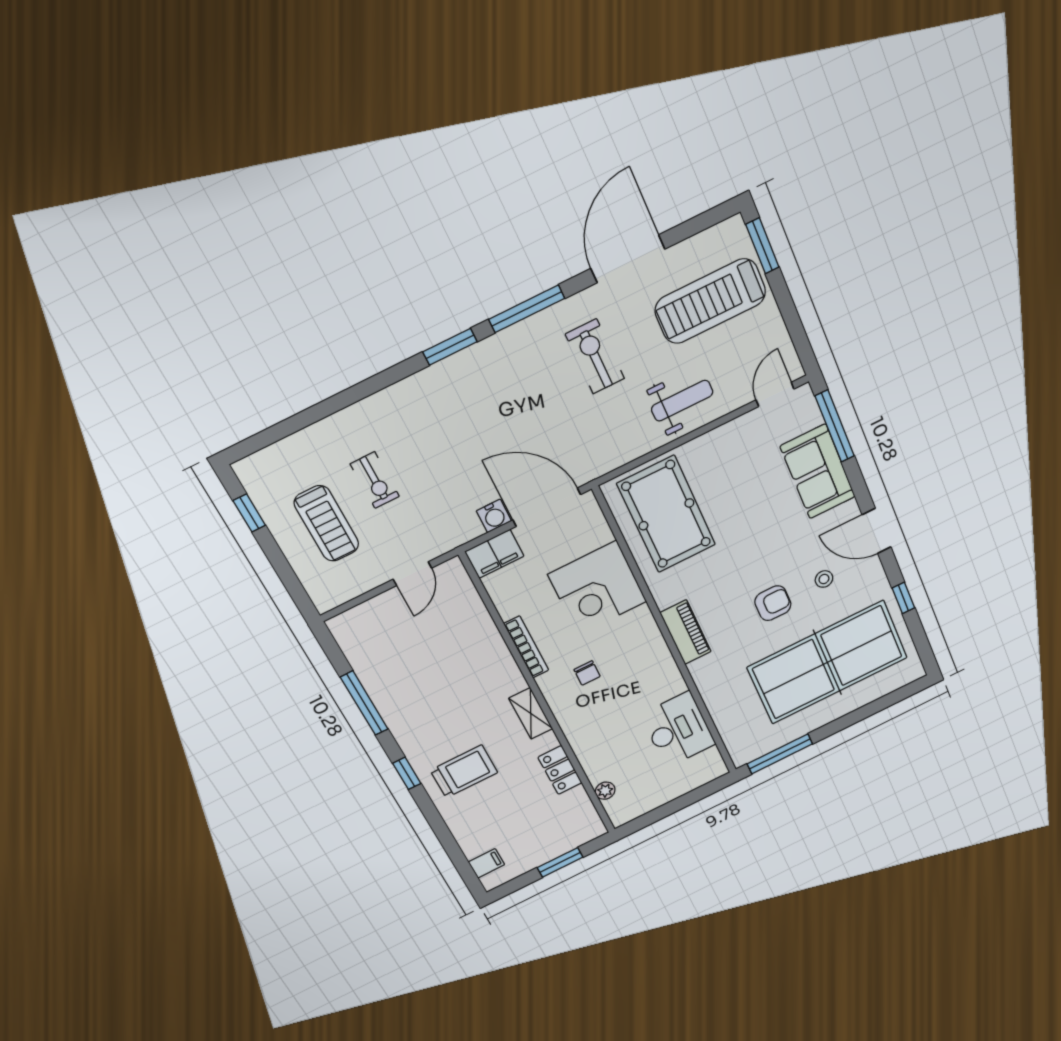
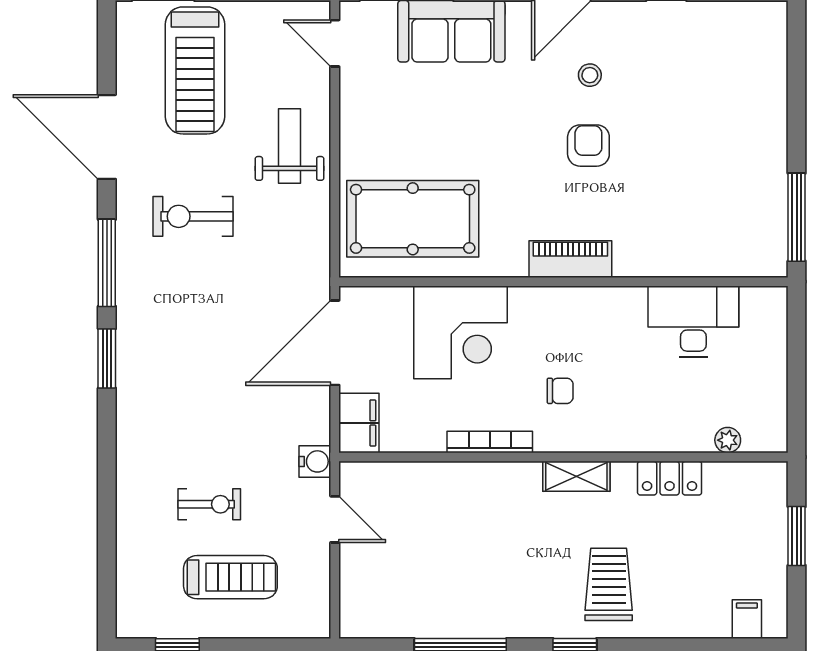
water cooler: (494, 516) -> (315, 461), moved
table tennis table: (827, 662) -> (703, 113), removed

